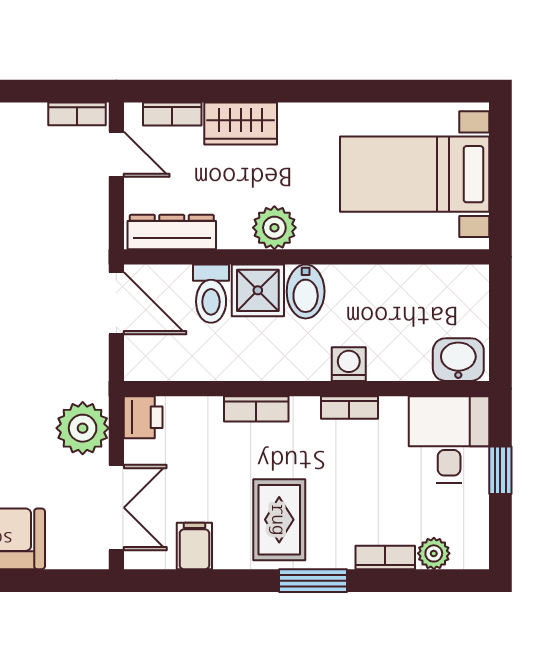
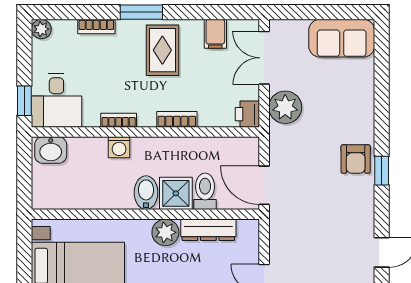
dresser: (172, 232) -> (208, 230), moved
window: (500, 470) -> (24, 101), moved
plant: (434, 553) -> (41, 29), moved

